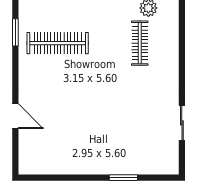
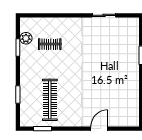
clothes rail: (140, 43) -> (50, 44), width x0.73

